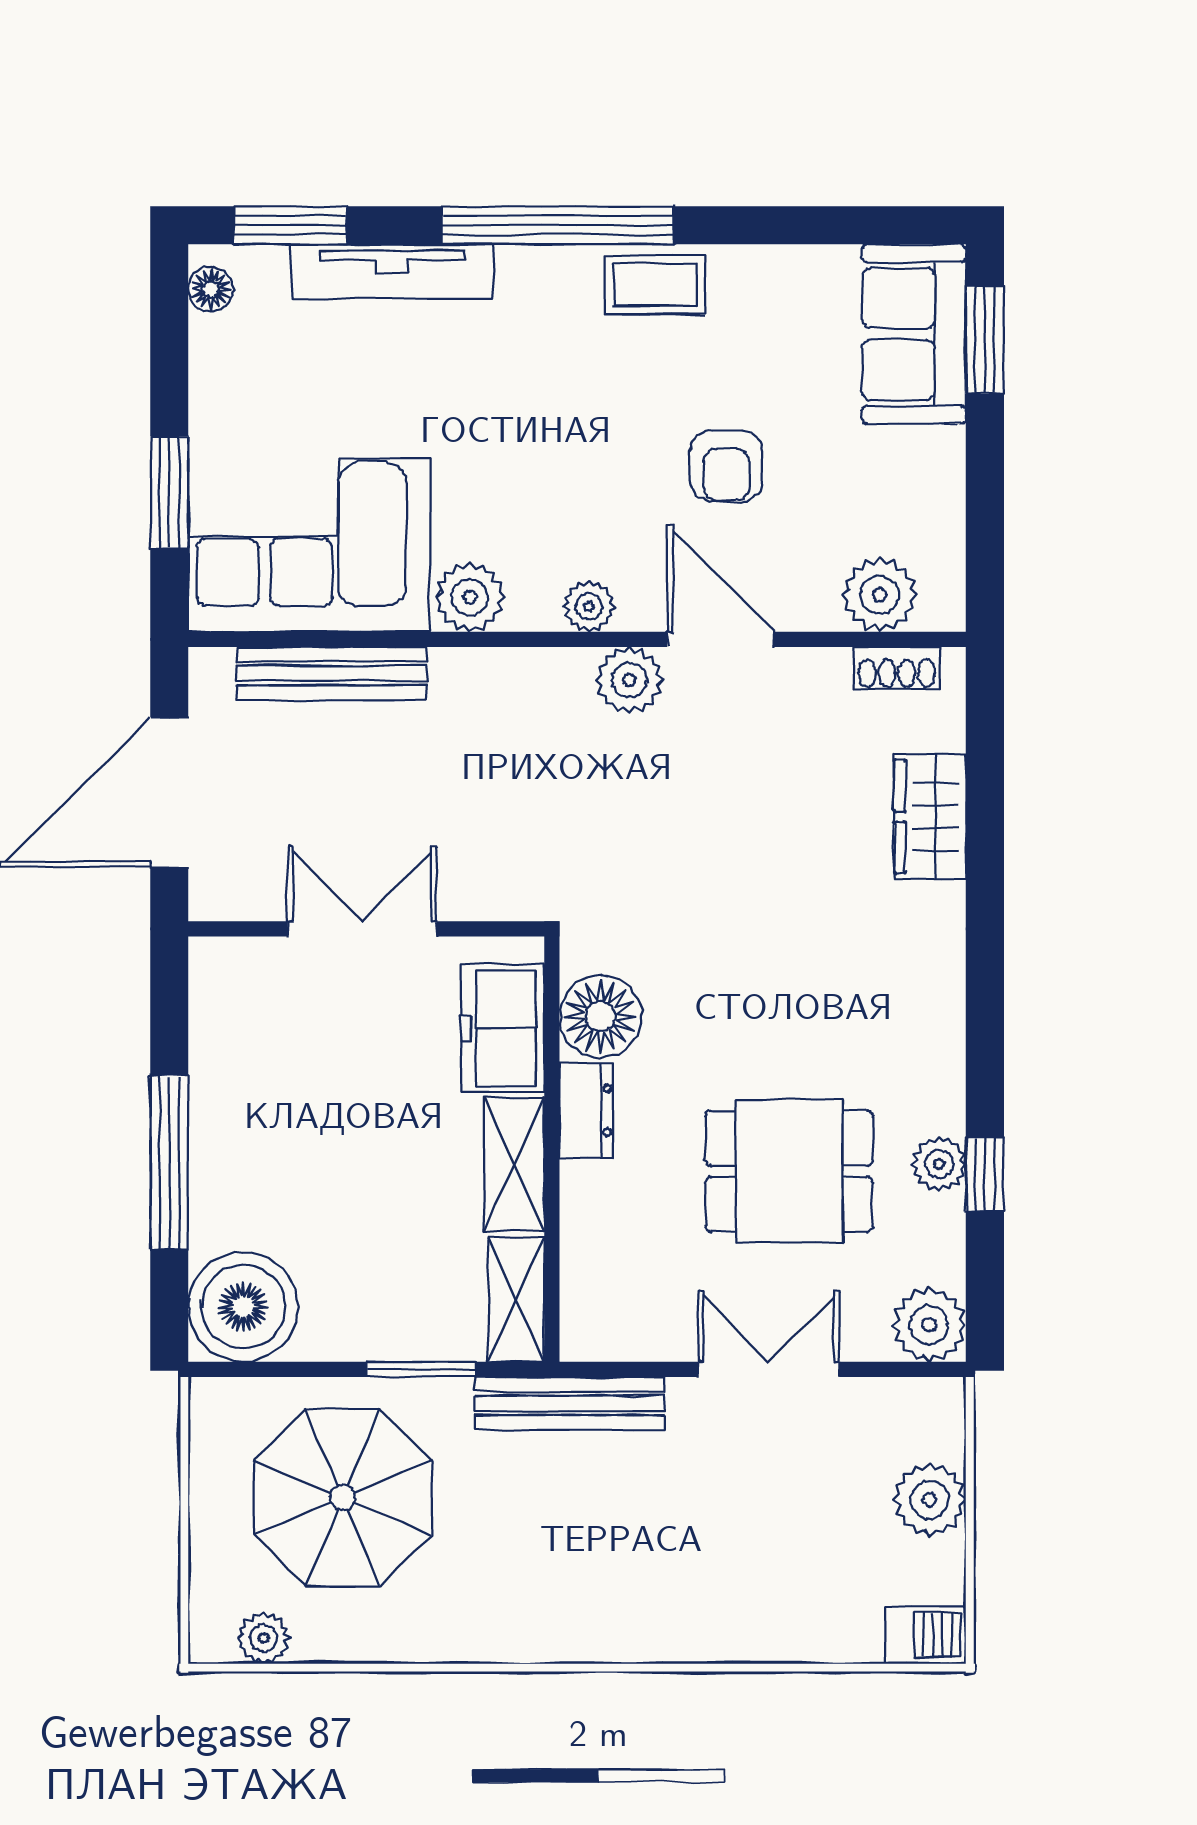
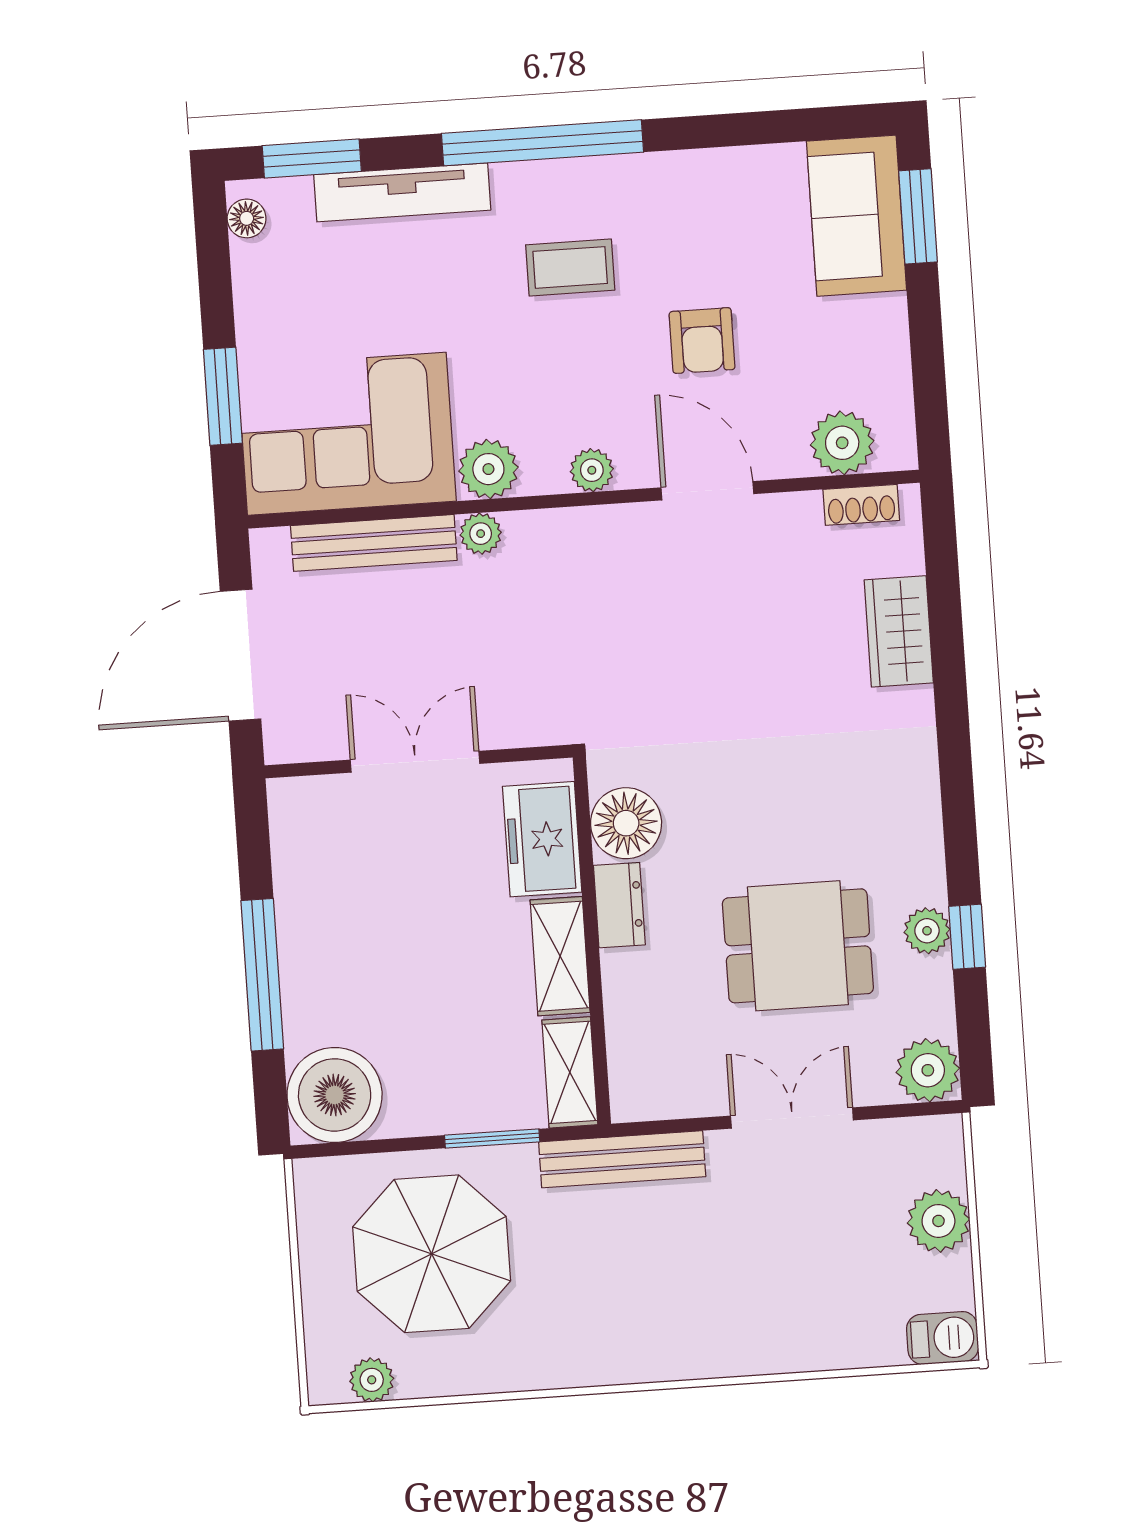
coffee table: (655, 285) -> (570, 267), moved
plant: (629, 680) -> (481, 534), moved, width x0.73, depth x0.73

